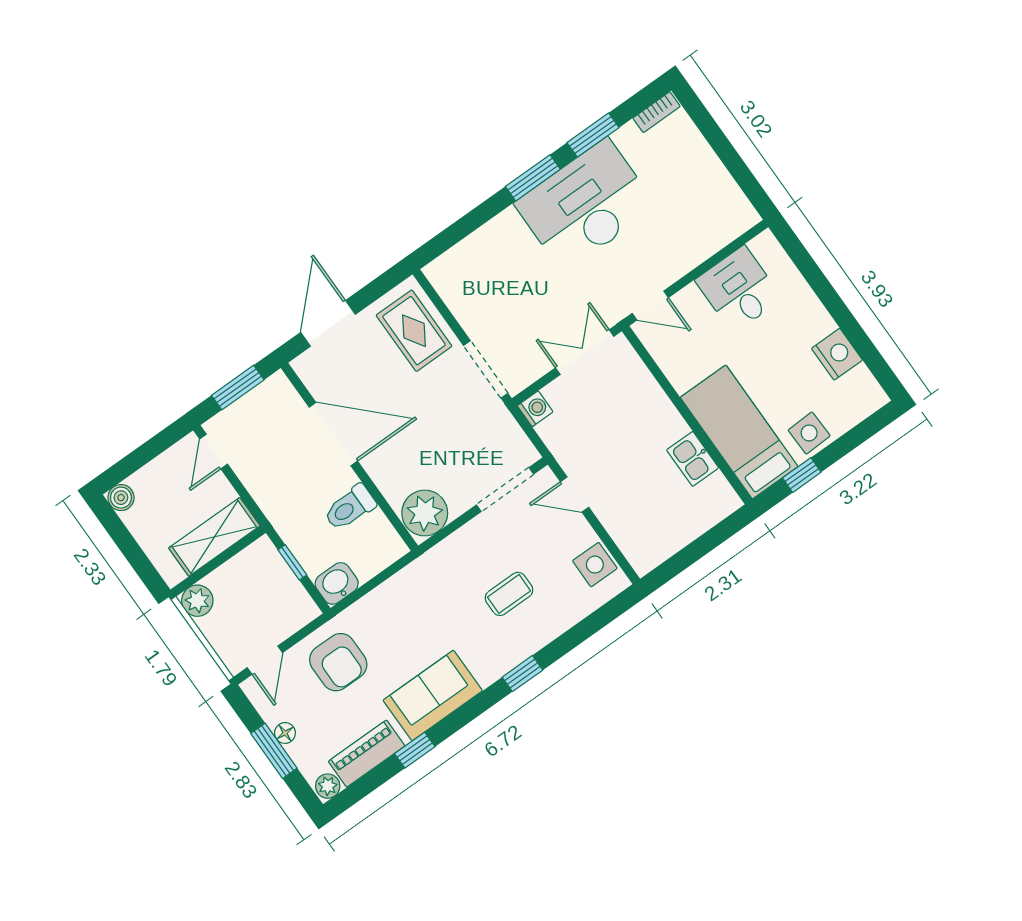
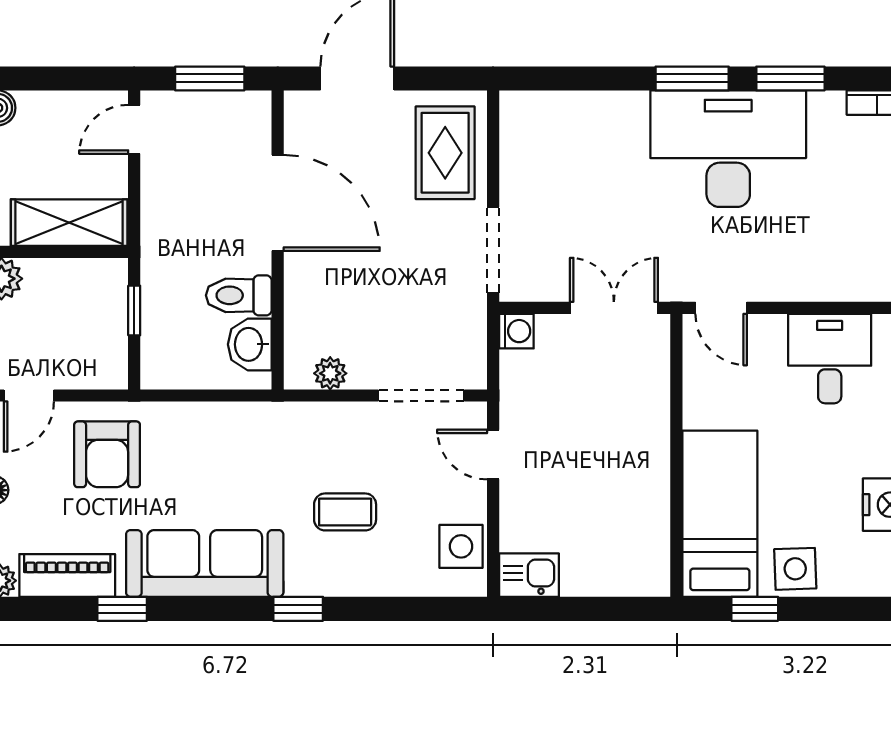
kitchen sink: (693, 459) -> (529, 575), moved, turned 90
plant: (425, 513) -> (330, 373), width x0.53, depth x0.53
washbasin: (337, 583) -> (250, 344), moved, turned -90
sofa: (433, 696) -> (205, 563), width x1.36

